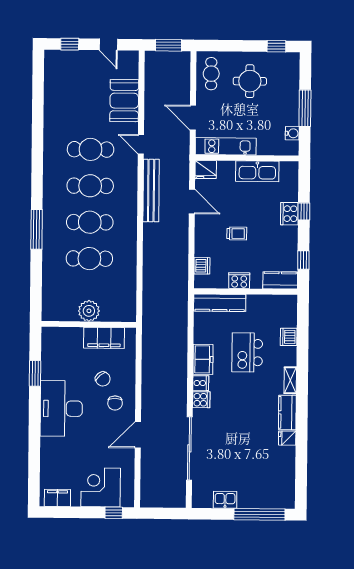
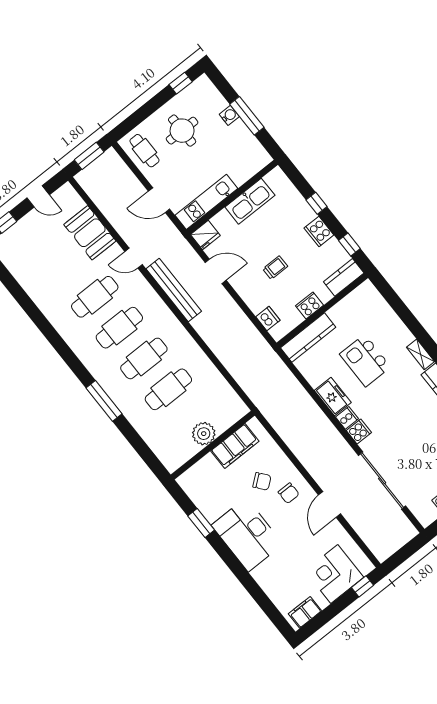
water cooler: (292, 133) -> (229, 115), moved
cooker: (289, 214) -> (319, 231), moved
dishwasher: (289, 337) -> (389, 319), removed

